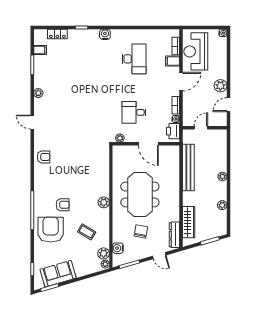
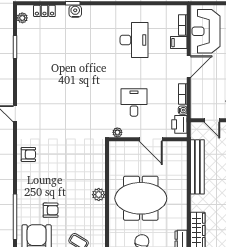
water cooler: (105, 34) -> (75, 11), moved
filing cabinet: (40, 50) -> (24, 30), removed
plant: (38, 93) -> (22, 18), moved
desk: (134, 112) -> (134, 102), turned 90
door: (201, 128) -> (212, 120), swing flipped
meeting table: (140, 195) -> (141, 198), turned 90
plant: (104, 202) -> (99, 195), moved

